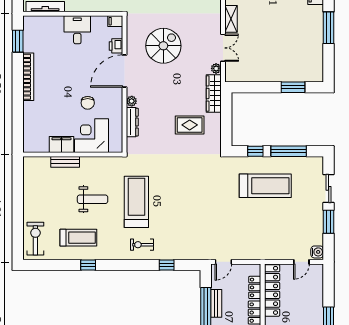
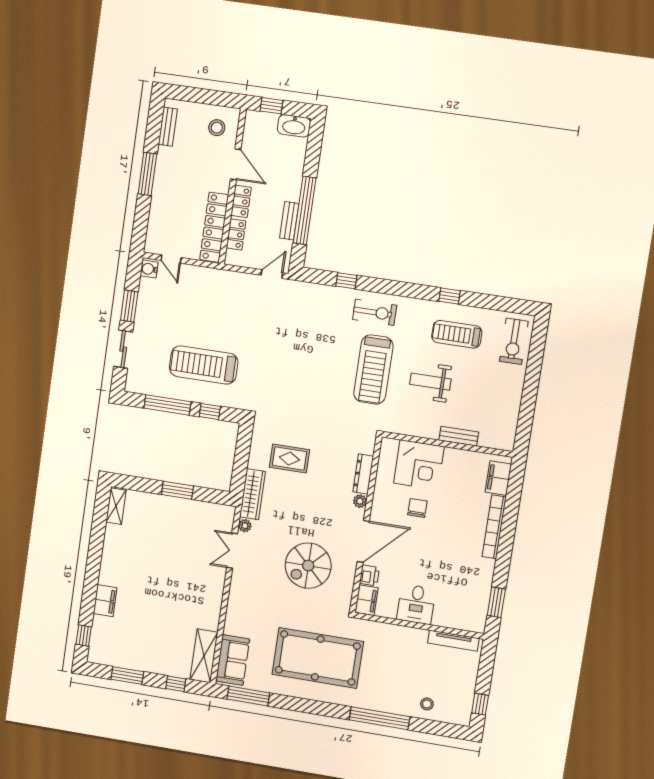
shelving: (231, 19) -> (116, 506), moved
filing cabinet: (115, 21) -> (366, 600), width x2.00
window: (329, 28) -> (95, 554), removed
bookcase: (28, 77) -> (494, 527), moved
window: (293, 87) -> (177, 490), moved
filing cabinet: (61, 144) -> (498, 478), moved, turned 90
exercise bike: (142, 245) -> (375, 312), width x1.38, depth x1.39
door: (301, 262) -> (171, 259), swing flipped

